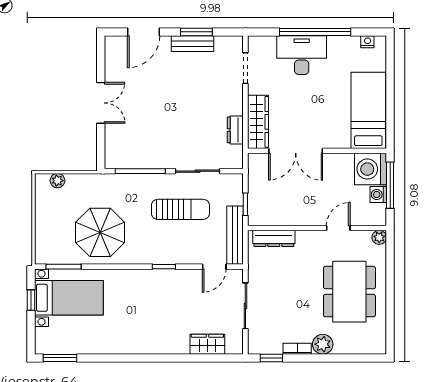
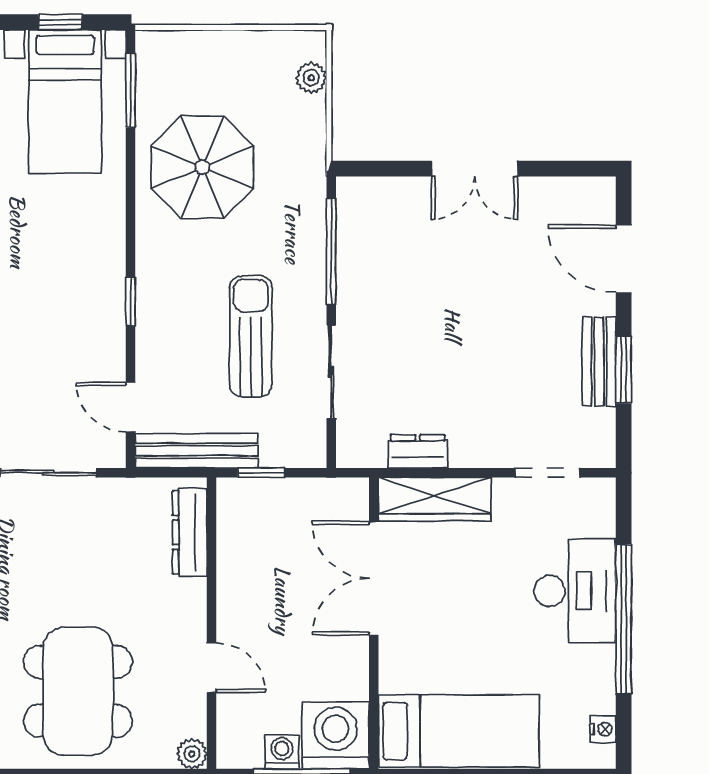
sun lounger: (180, 209) -> (251, 336), turned 180
dining table: (349, 292) -> (78, 691), turned 90

